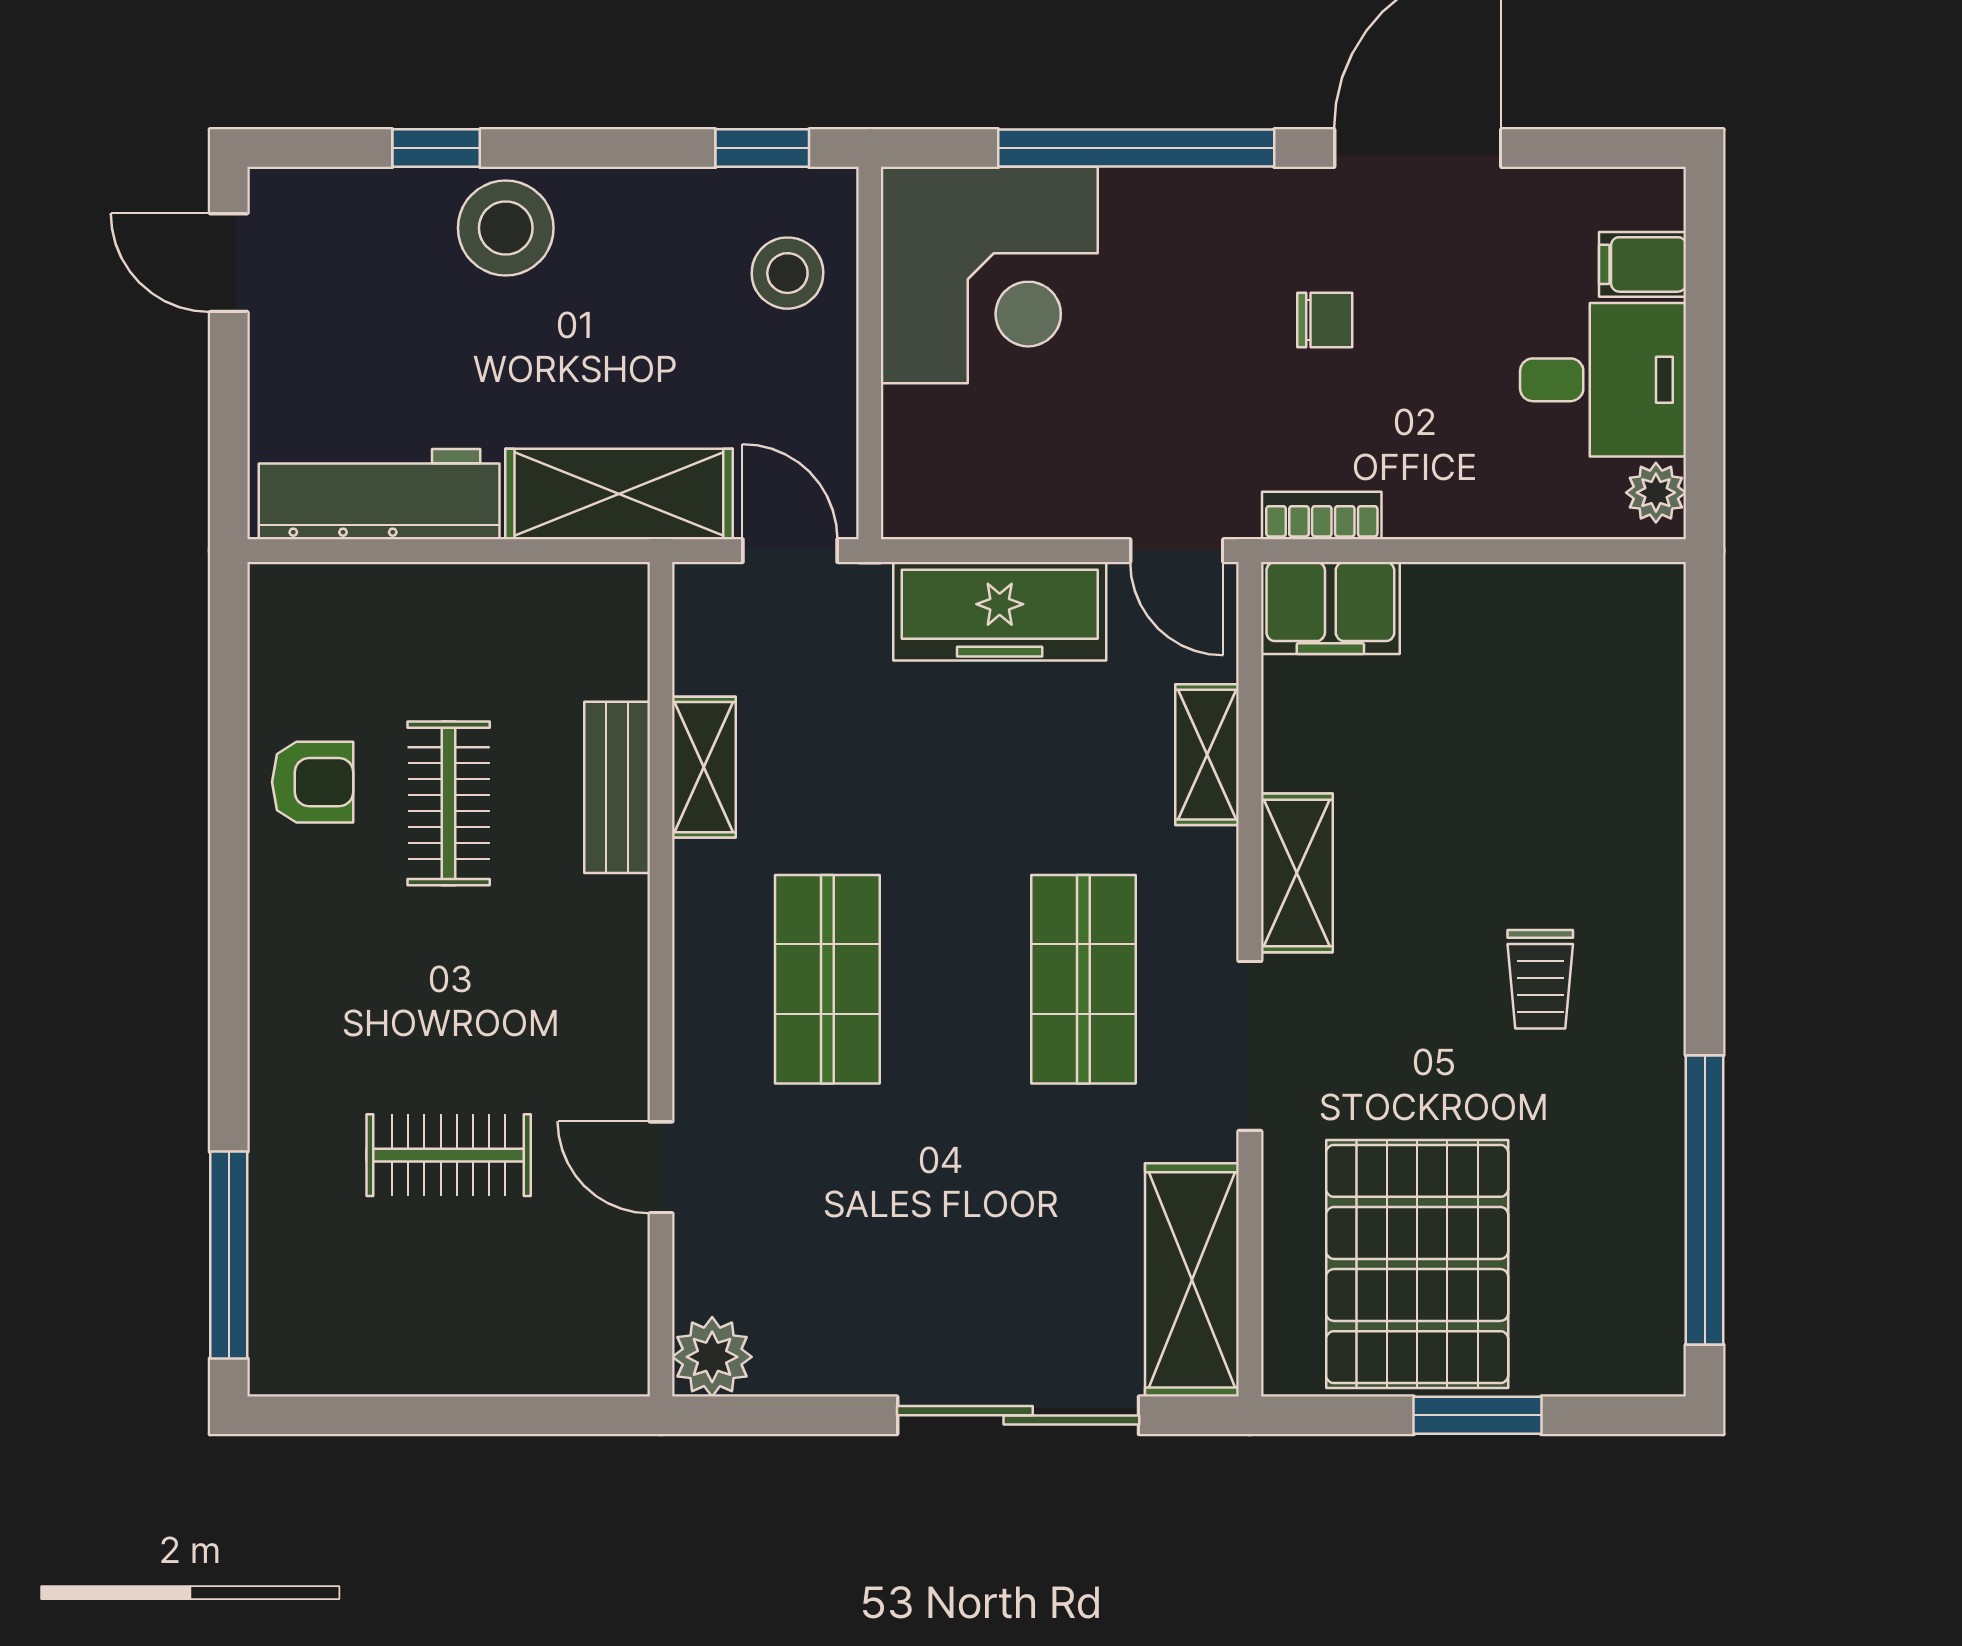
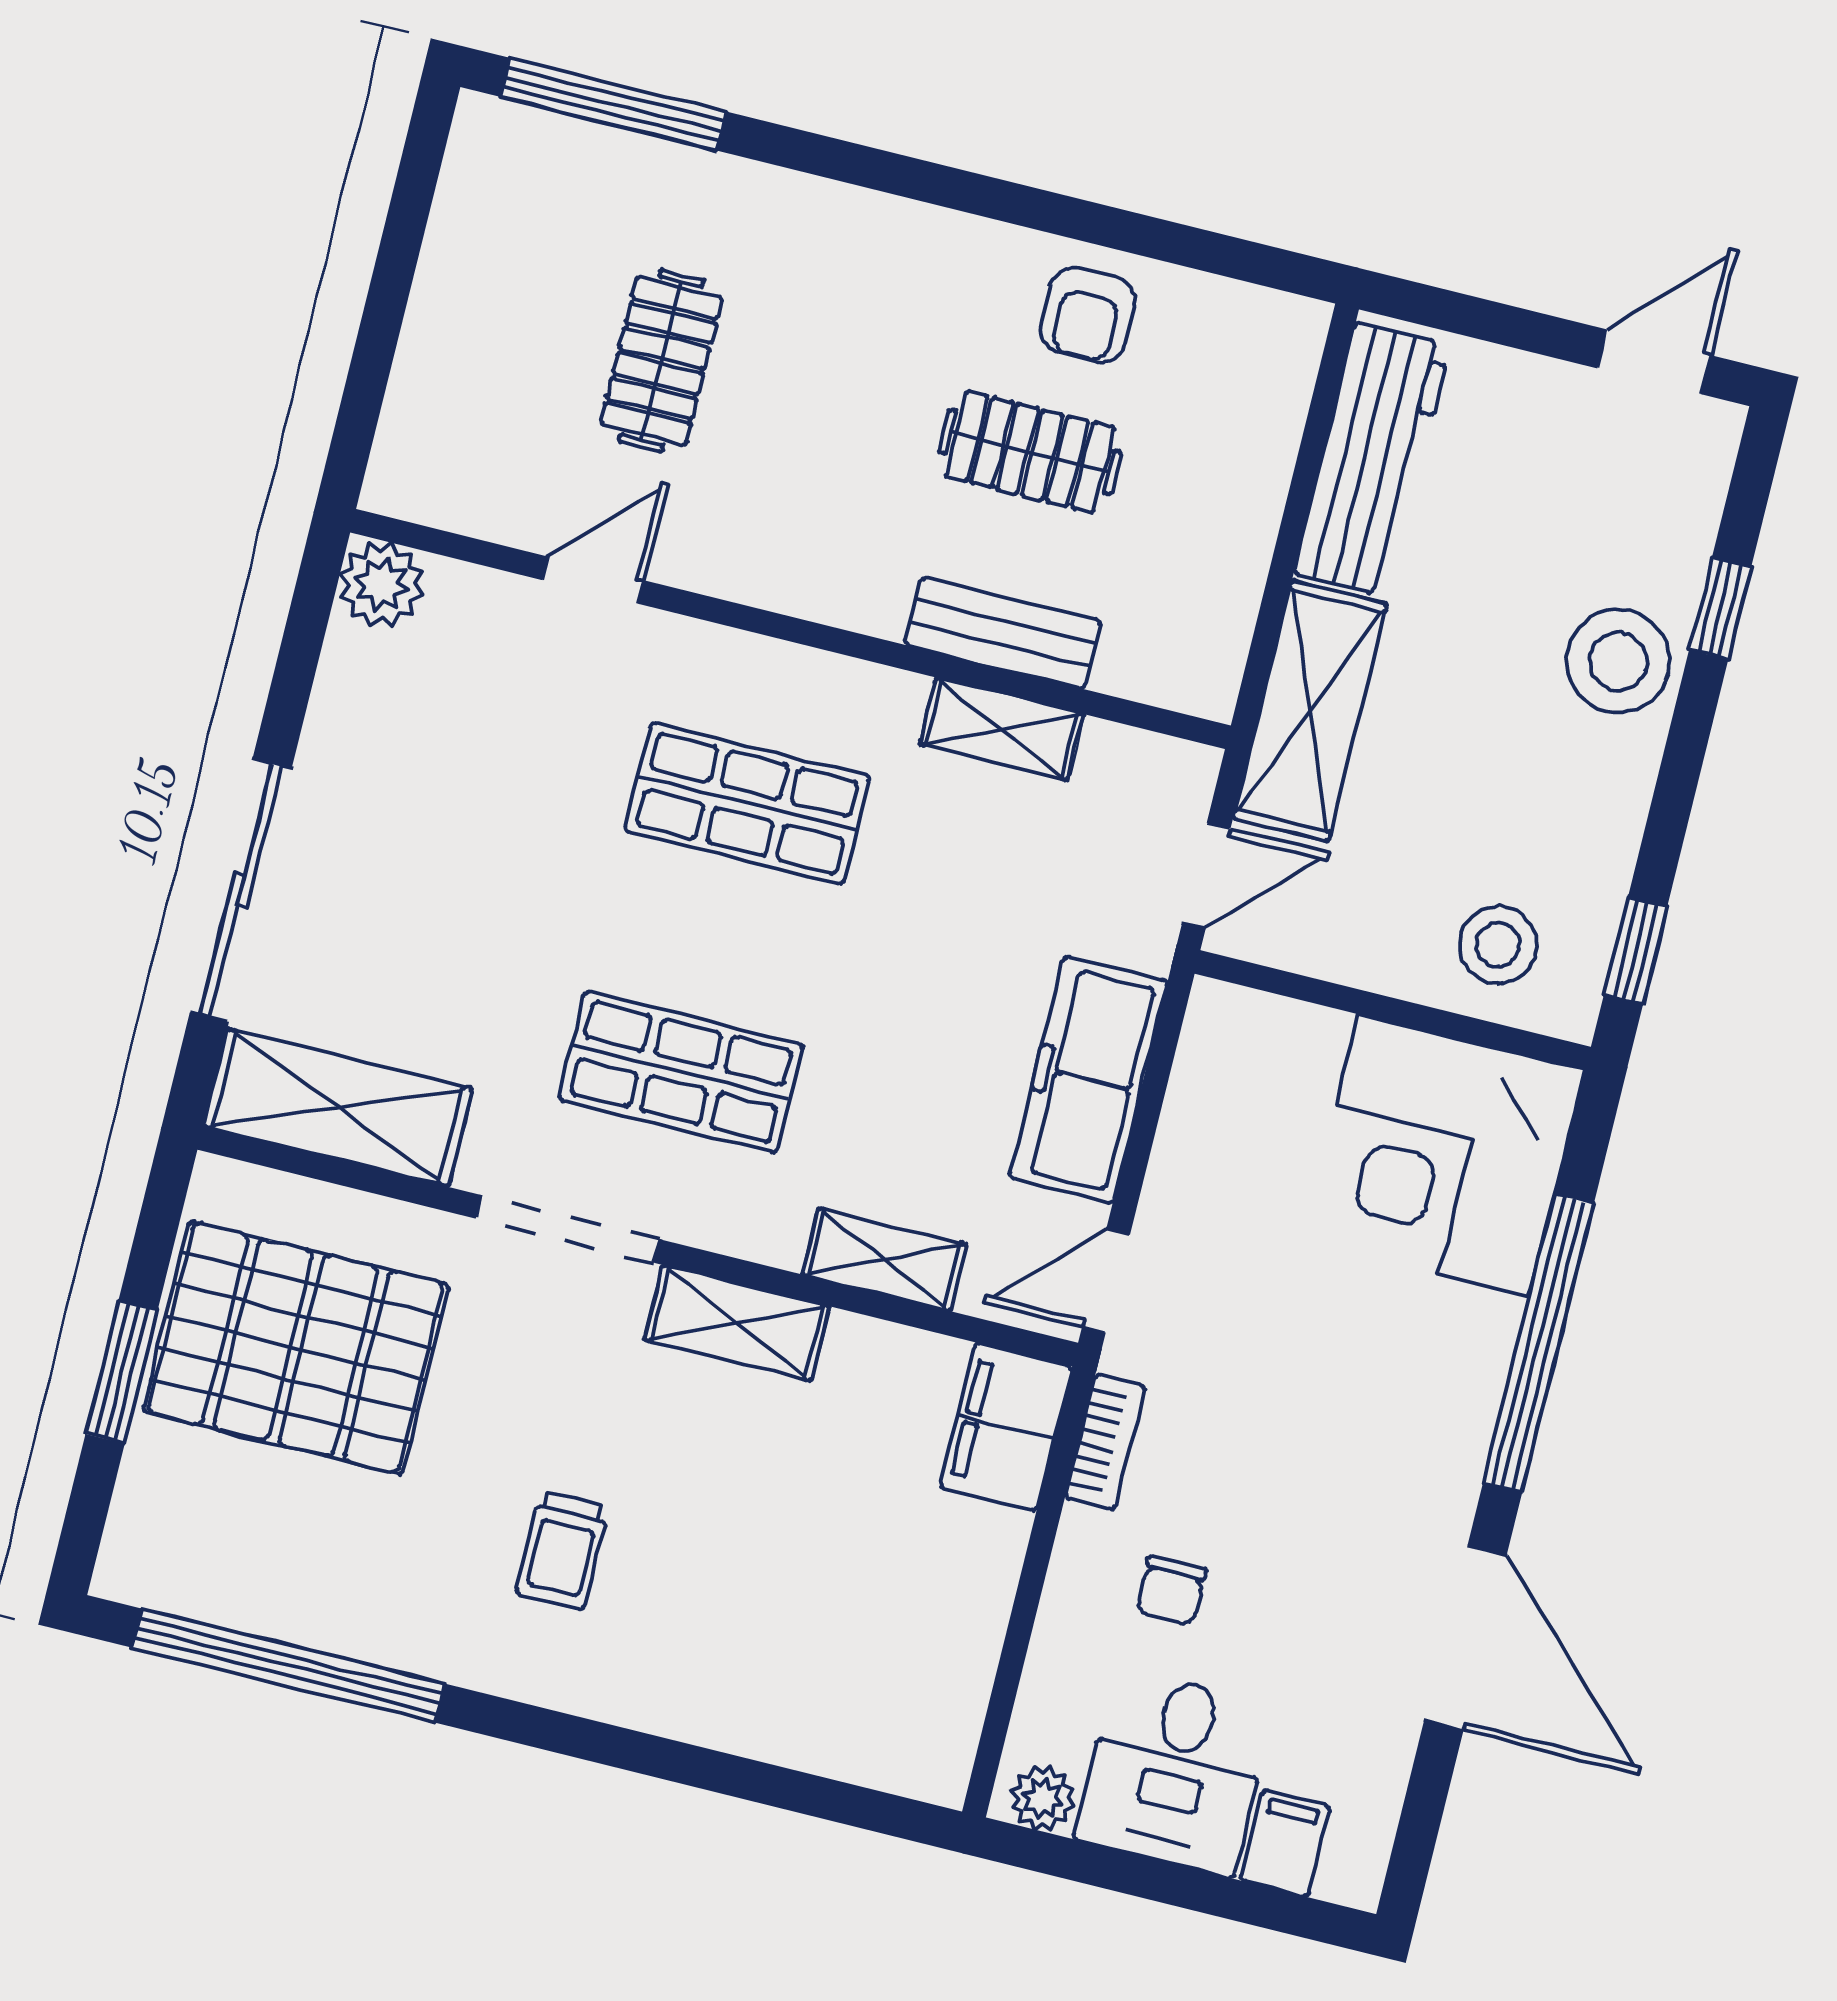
chair: (1325, 320) -> (1171, 1591), moved
trolley: (1540, 979) -> (562, 1551), turned -90

